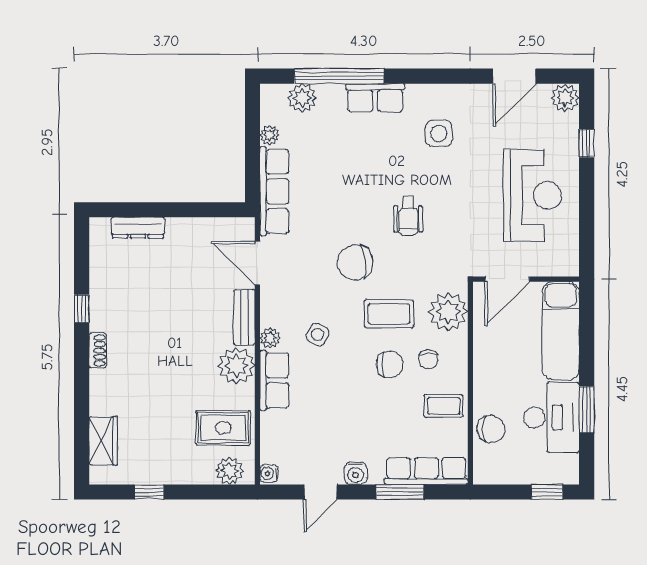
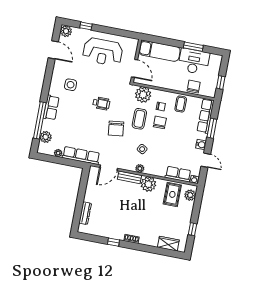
reception desk: (532, 195) -> (103, 52), turned 180
row of seats: (274, 380) -> (178, 174), moved
window: (547, 492) -> (221, 82), moved

